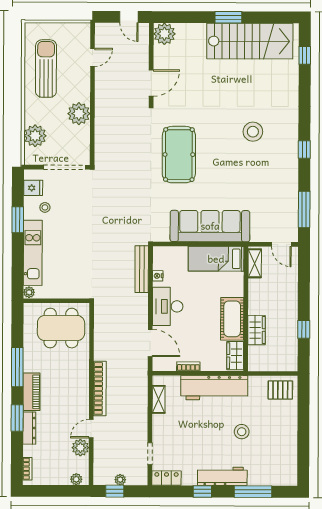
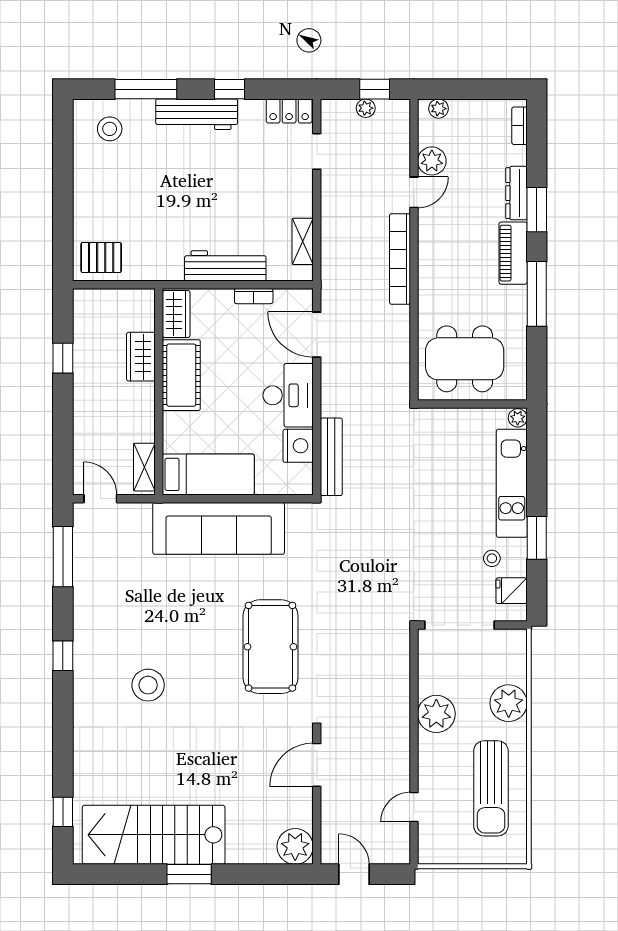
plant: (35, 136) -> (509, 703), moved
nightstand: (158, 276) -> (298, 446), width x1.89, depth x1.79
workbench: (214, 388) -> (225, 266), width x0.73, depth x0.76
stool: (242, 432) -> (110, 129), moved

